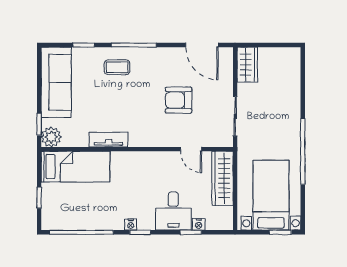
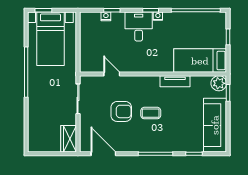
coffee table: (117, 67) -> (151, 113), moved
wardrobe: (222, 178) -> (88, 52), removed
desk: (173, 211) -> (139, 26), moved

